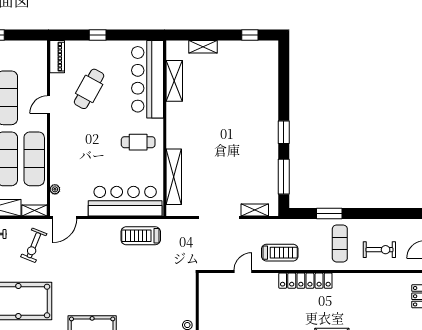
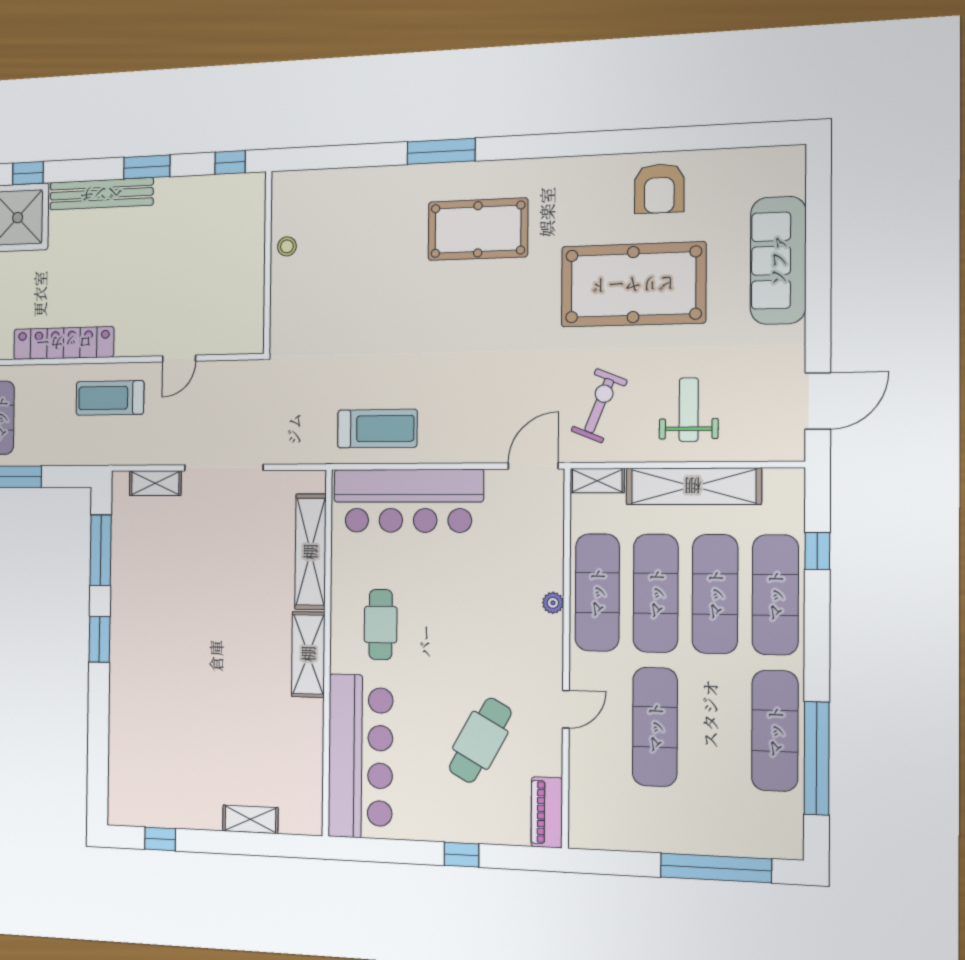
shelving: (174, 81) -> (308, 654), moved
cafe table: (138, 142) -> (381, 625), turned 90
plant: (55, 189) -> (553, 603), moved

